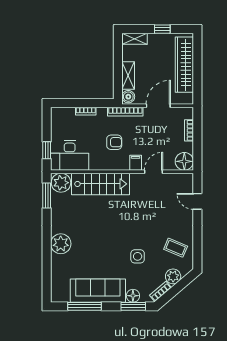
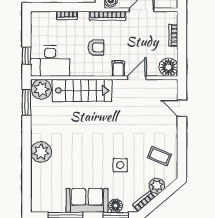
sofa: (98, 291) -> (87, 200), width x0.73

